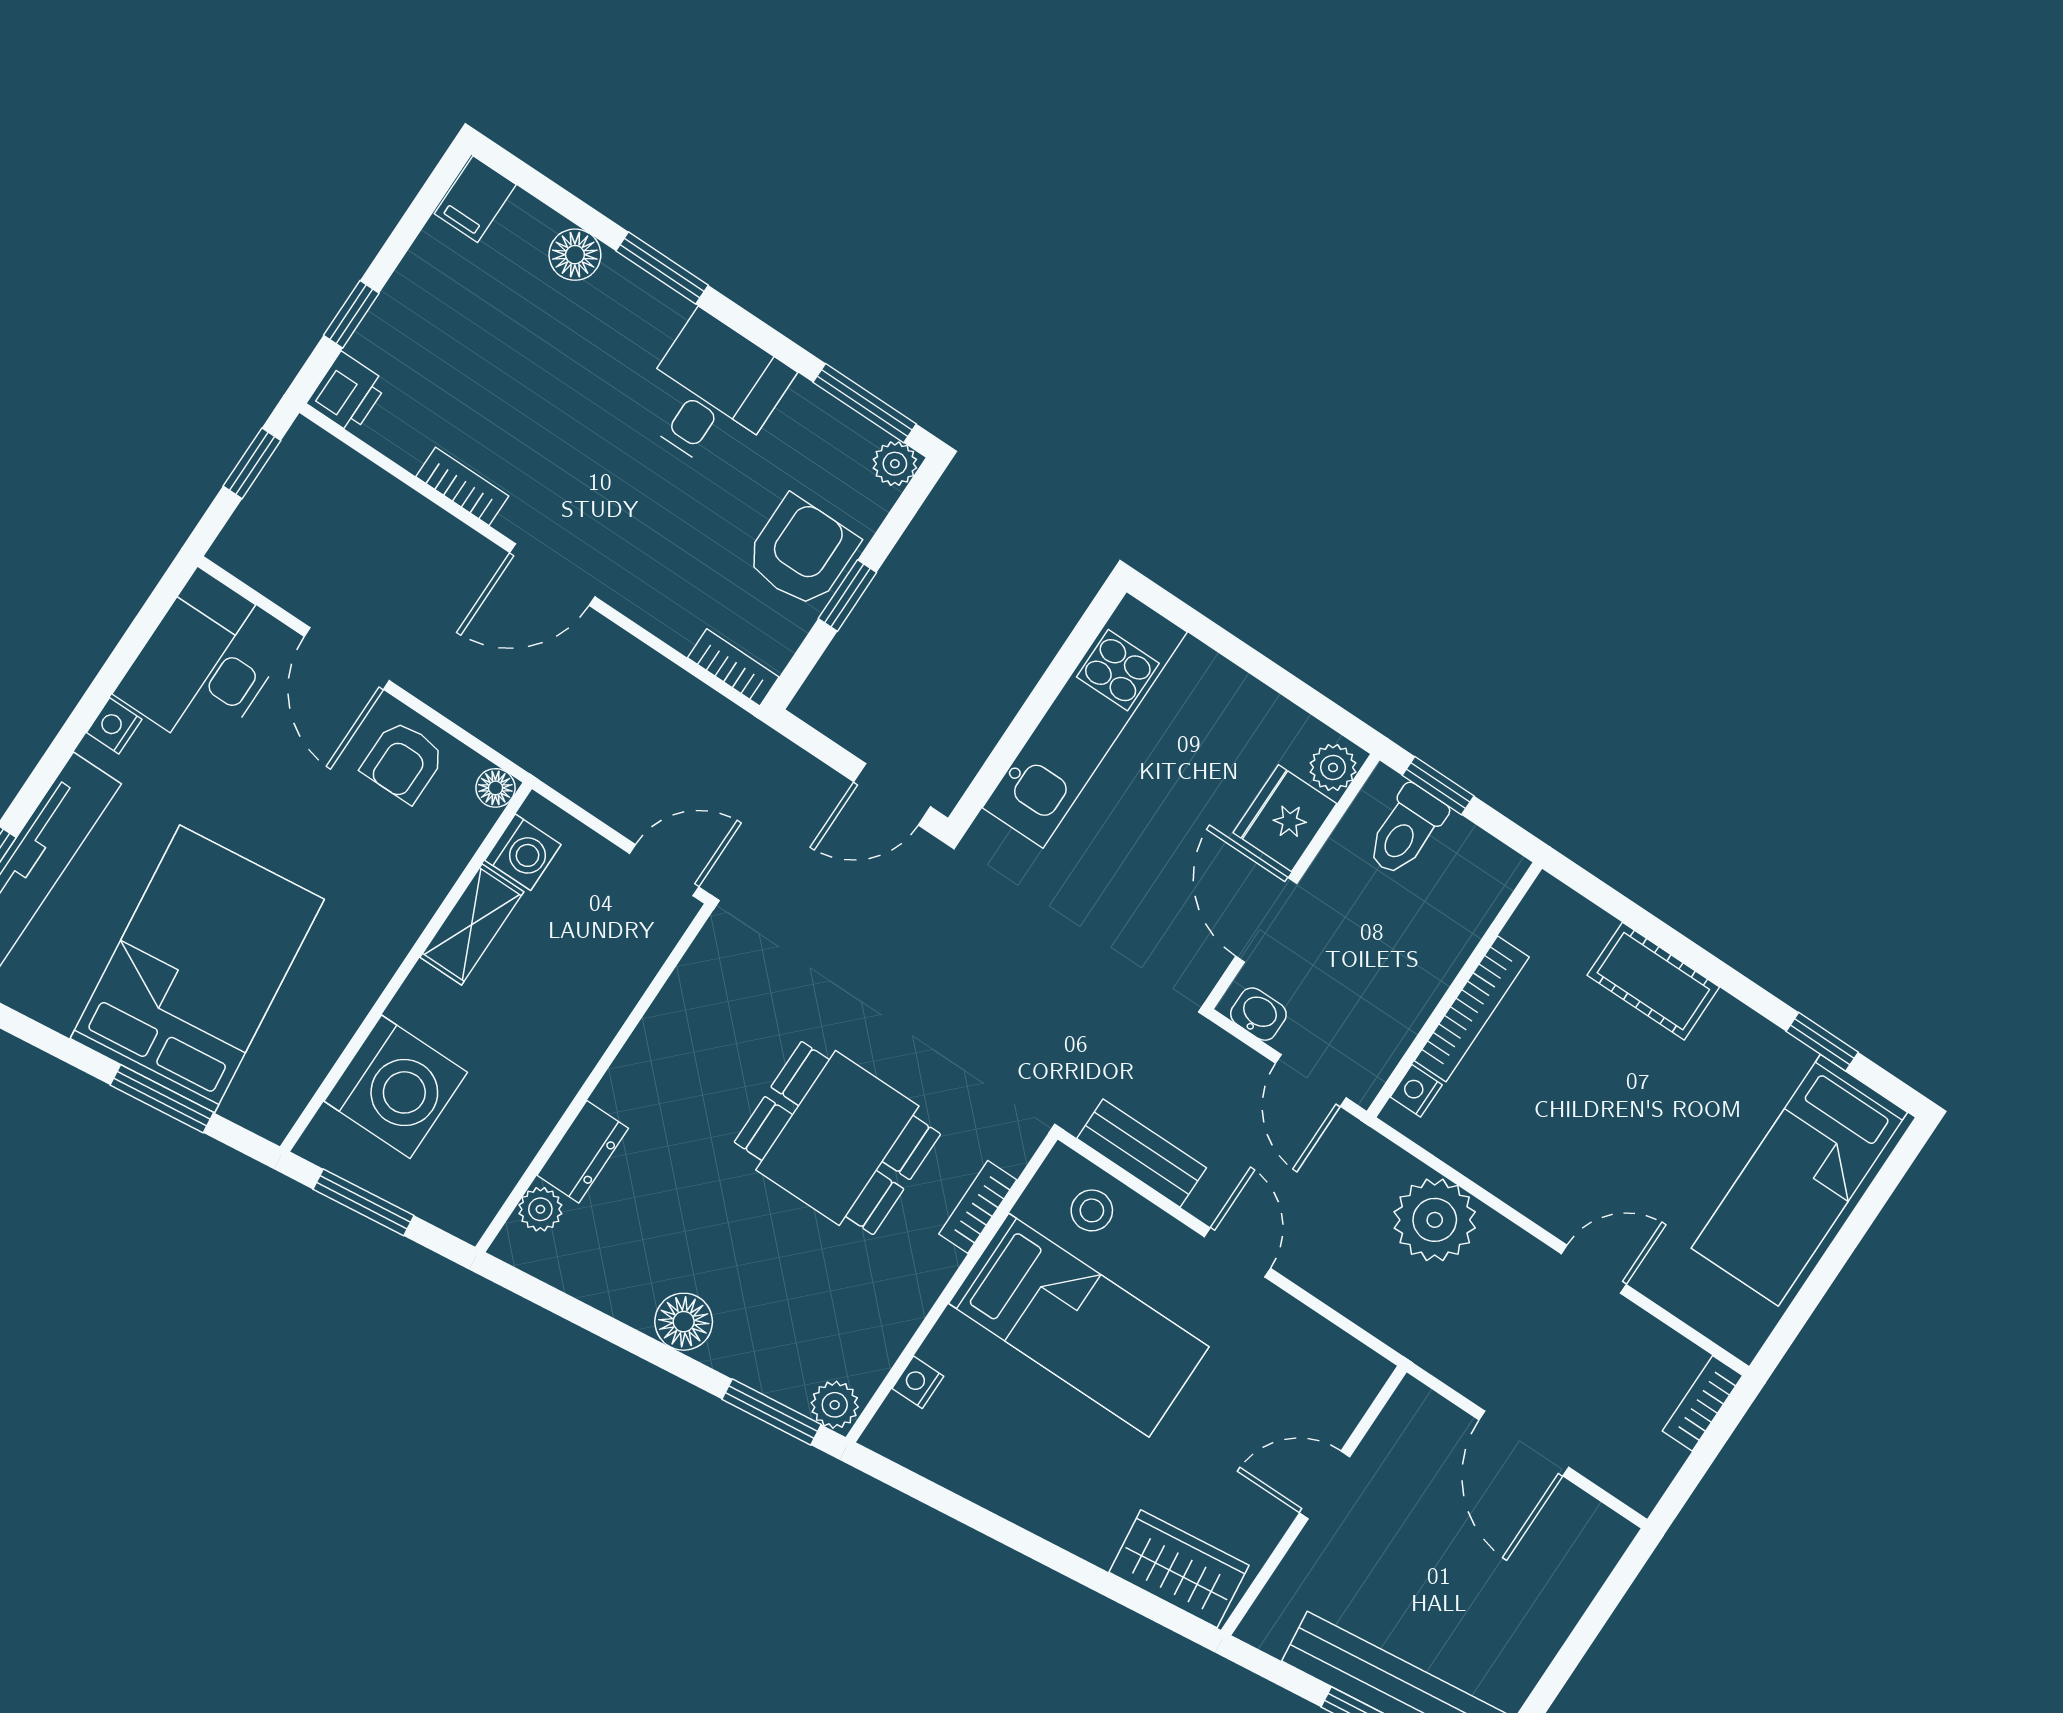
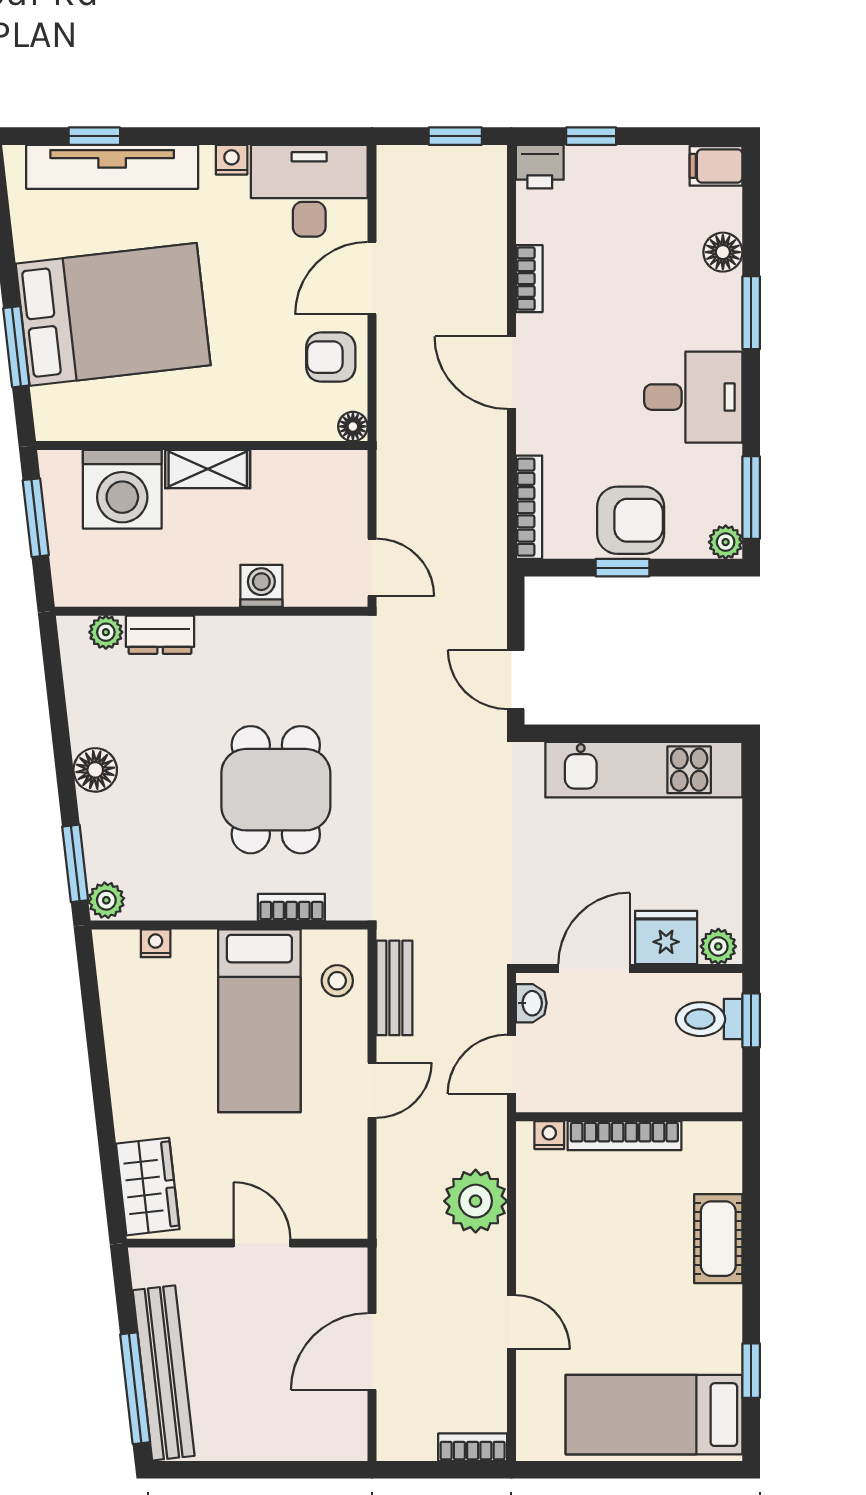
bookcase: (733, 667) -> (529, 507), width x1.56
washing machine: (523, 852) -> (261, 586), moved, turned 180
shelving: (472, 924) -> (208, 469), moved

